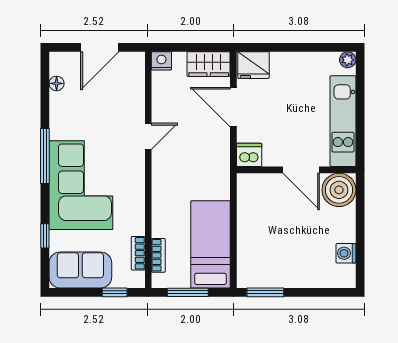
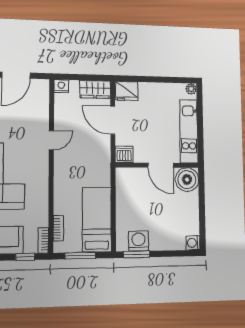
bookcase: (138, 253) -> (43, 240), moved
washing machine: (346, 253) -> (193, 243), moved
washing machine: (268, 274) -> (138, 241), added

